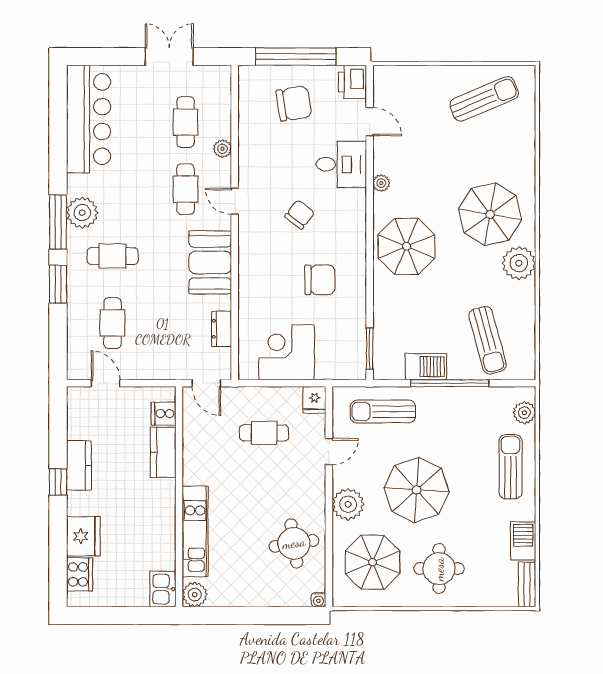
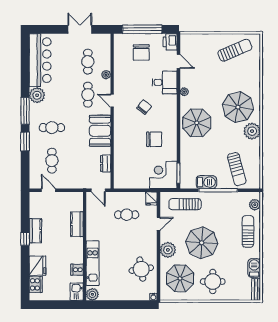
chair: (294, 104) -> (141, 52), turned 99
plant: (82, 213) -> (37, 95), moved
corner desk: (286, 352) -> (163, 175), moved
cooker: (164, 414) -> (77, 270), moved

